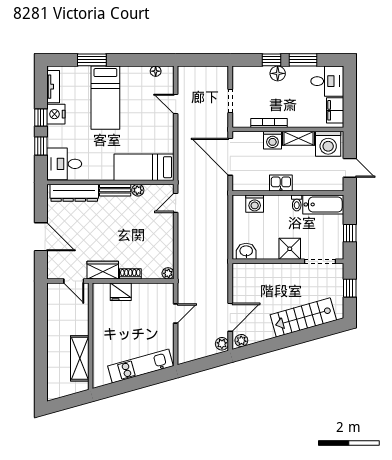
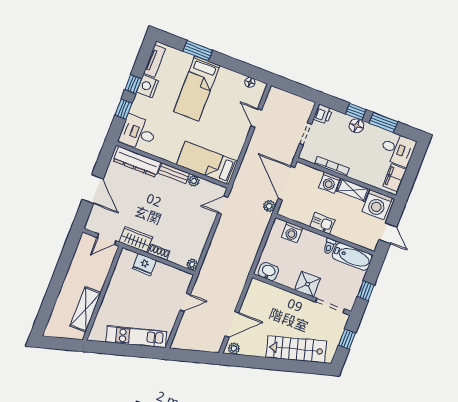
printer: (240, 75) -> (323, 114), added
door: (74, 281) -> (107, 239), hinge flipped
plant: (222, 344) -> (269, 206), moved

